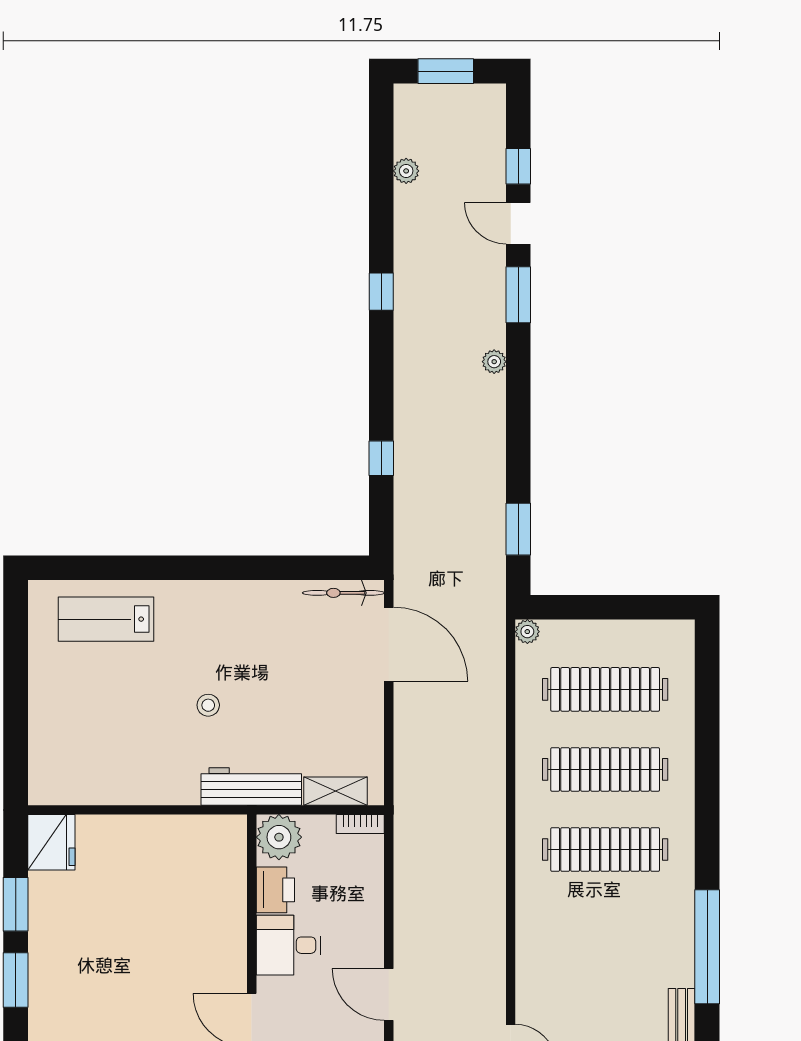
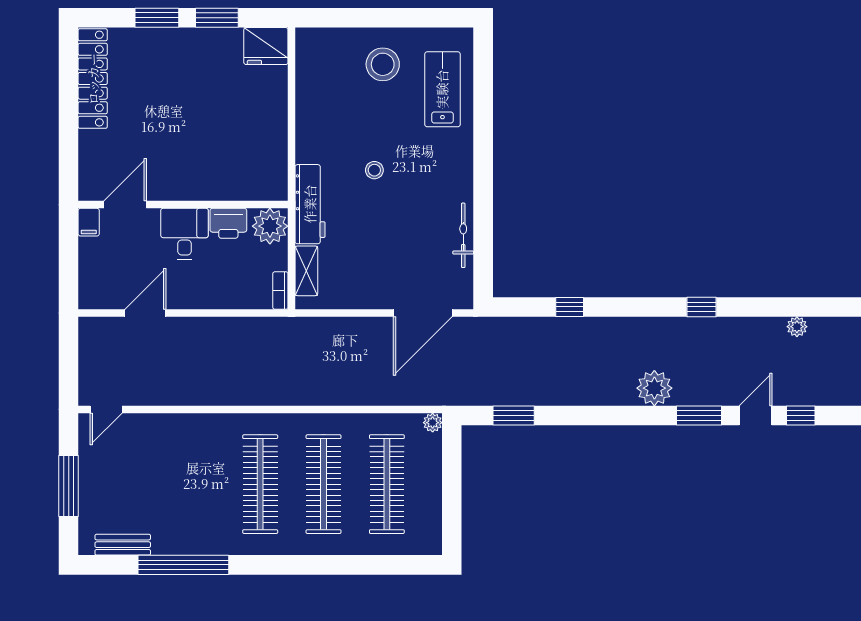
plant: (494, 362) -> (654, 388), width x1.88, depth x1.88
bicycle: (343, 593) -> (463, 235), moved
stool: (74, 695) -> (383, 64), added

